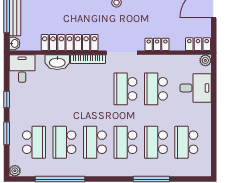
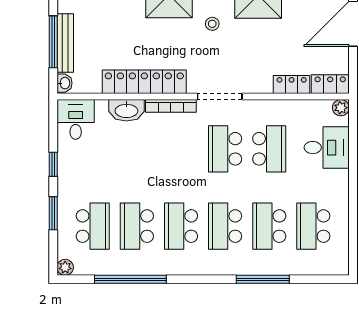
locker: (157, 44) -> (292, 84), moved
school desk: (156, 89) -> (269, 149), turned 180

